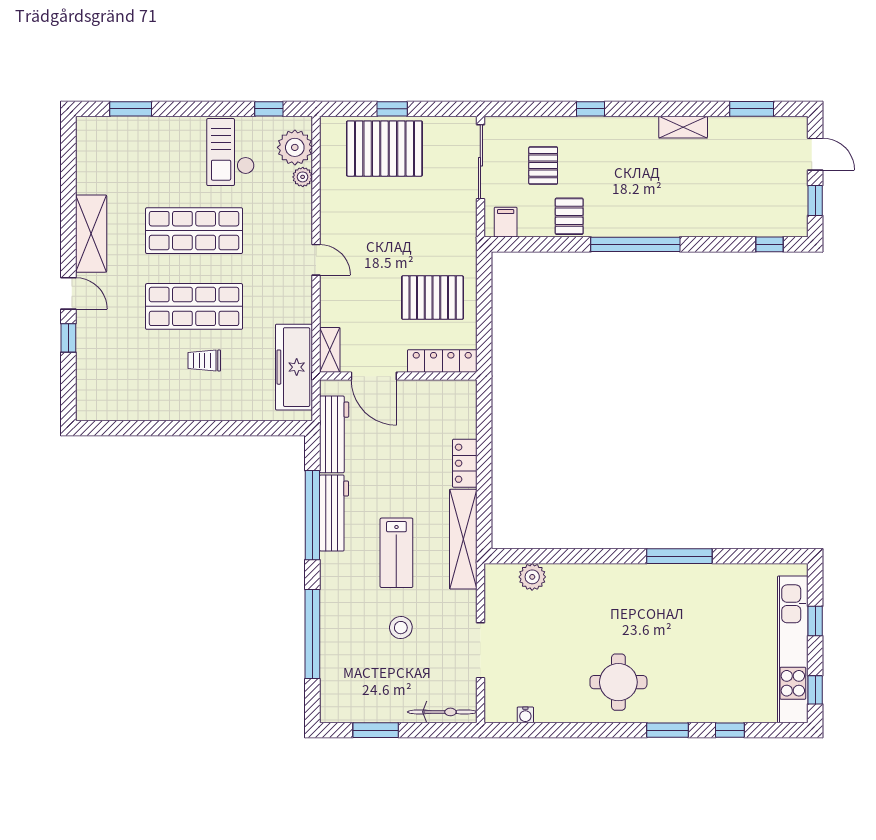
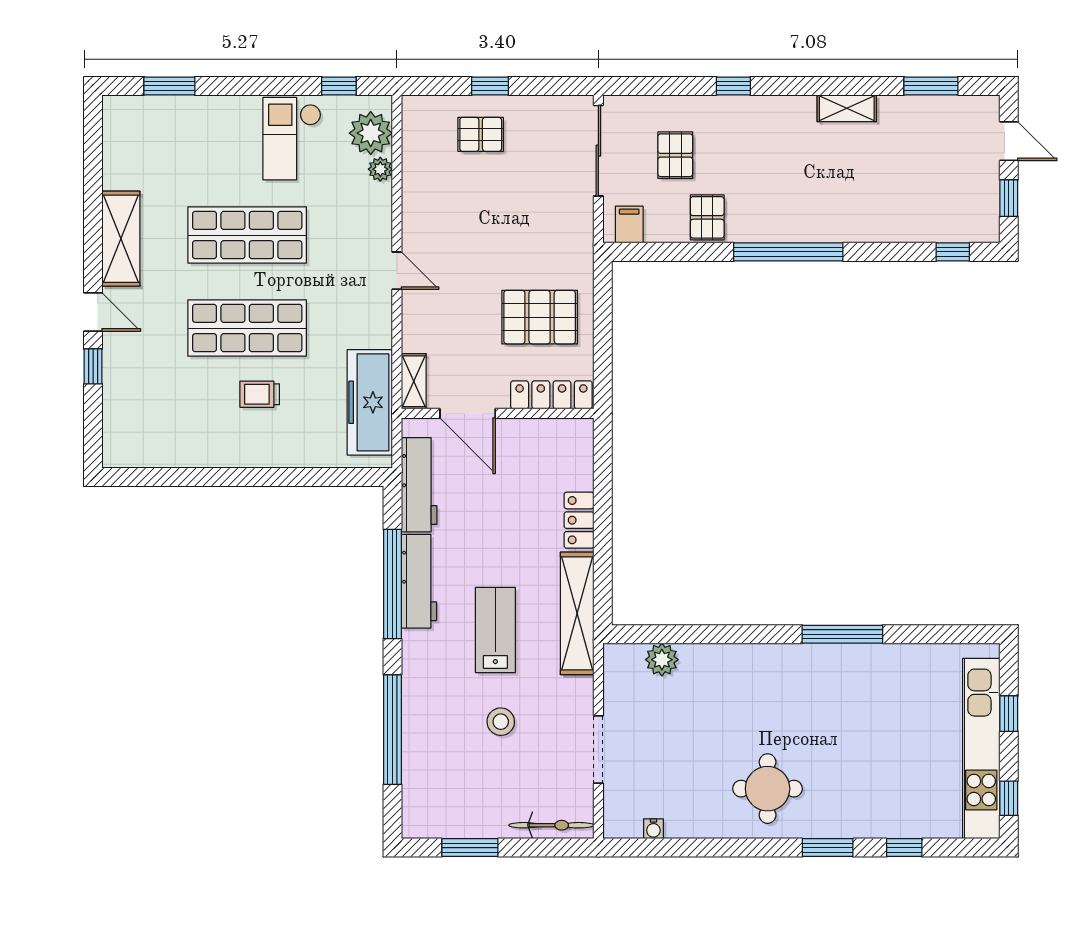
pallet: (384, 149) -> (481, 134), width x0.49, depth x0.50
lab bench: (396, 553) -> (495, 630), turned 180

